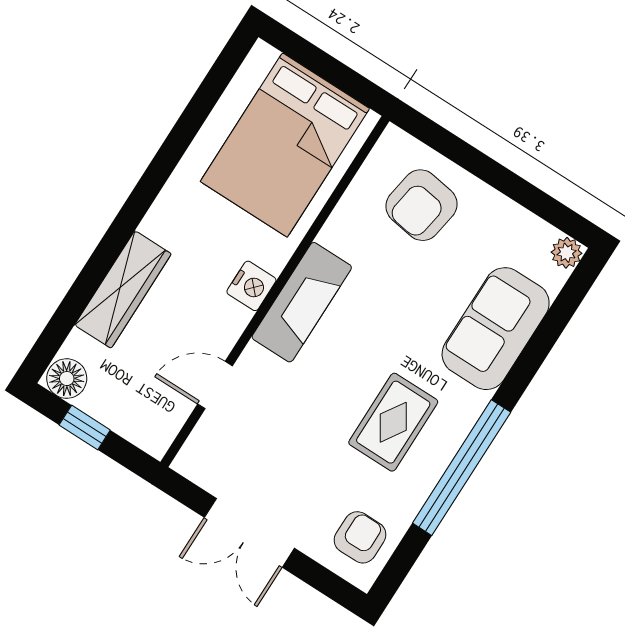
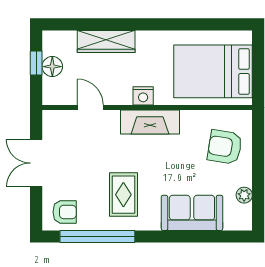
plant: (566, 253) -> (244, 195), moved
floor lamp: (67, 379) -> (52, 67), moved
rug: (393, 422) -> (123, 195), turned 90
window: (462, 468) -> (97, 237), moved

